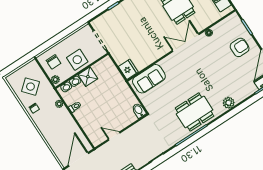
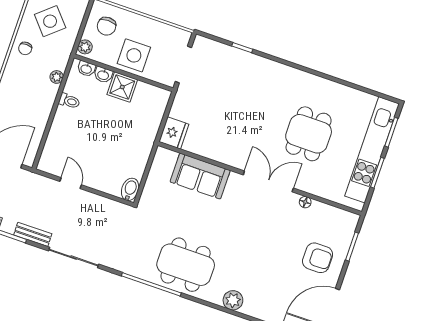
sofa: (149, 79) -> (200, 176), moved

